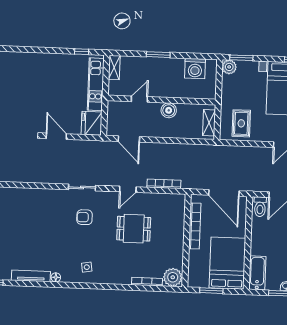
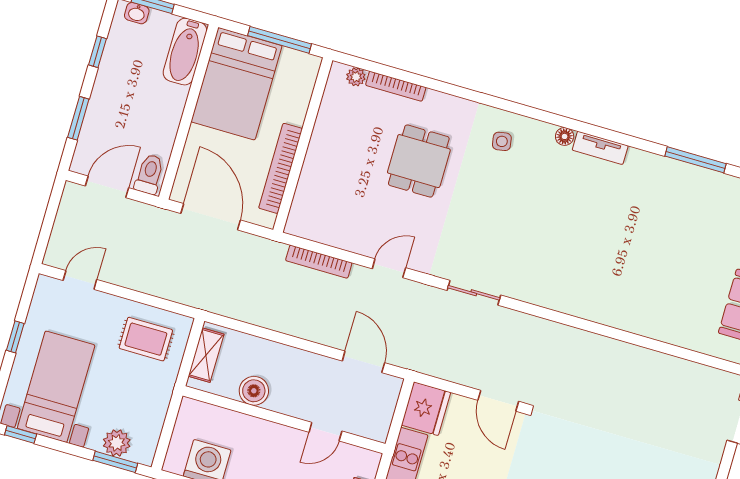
plant: (229, 67) -> (117, 443), moved
boiler: (169, 110) -> (254, 391), moved
rug: (241, 123) -> (146, 339), turned 90
armchair: (85, 217) -> (483, 236), removed
dining table: (134, 229) -> (419, 161), moved, turned 90
tv unit: (31, 276) -> (600, 148), width x0.71
plant: (173, 277) -> (356, 77), width x0.53, depth x0.53
window: (211, 291) -> (279, 40), width x1.44

